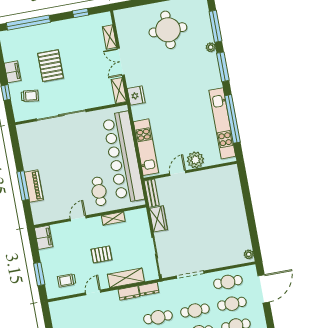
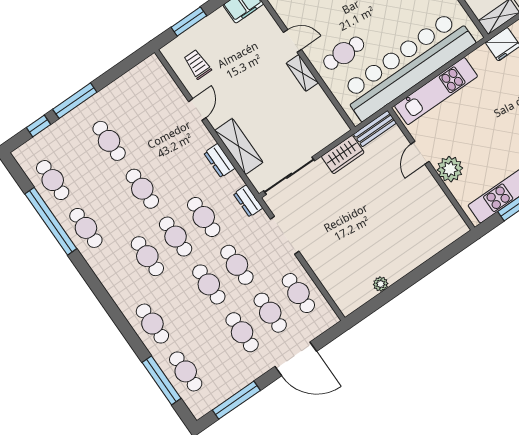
door: (178, 173) -> (420, 153), swing flipped
shelving: (113, 218) -> (302, 73), moved
pallet: (101, 254) -> (256, 97), removed
plant: (249, 254) -> (381, 284), moved
dresser: (149, 289) -> (248, 201), moved
door: (264, 289) -> (296, 359), moved
door: (93, 292) -> (197, 110), hinge flipped

